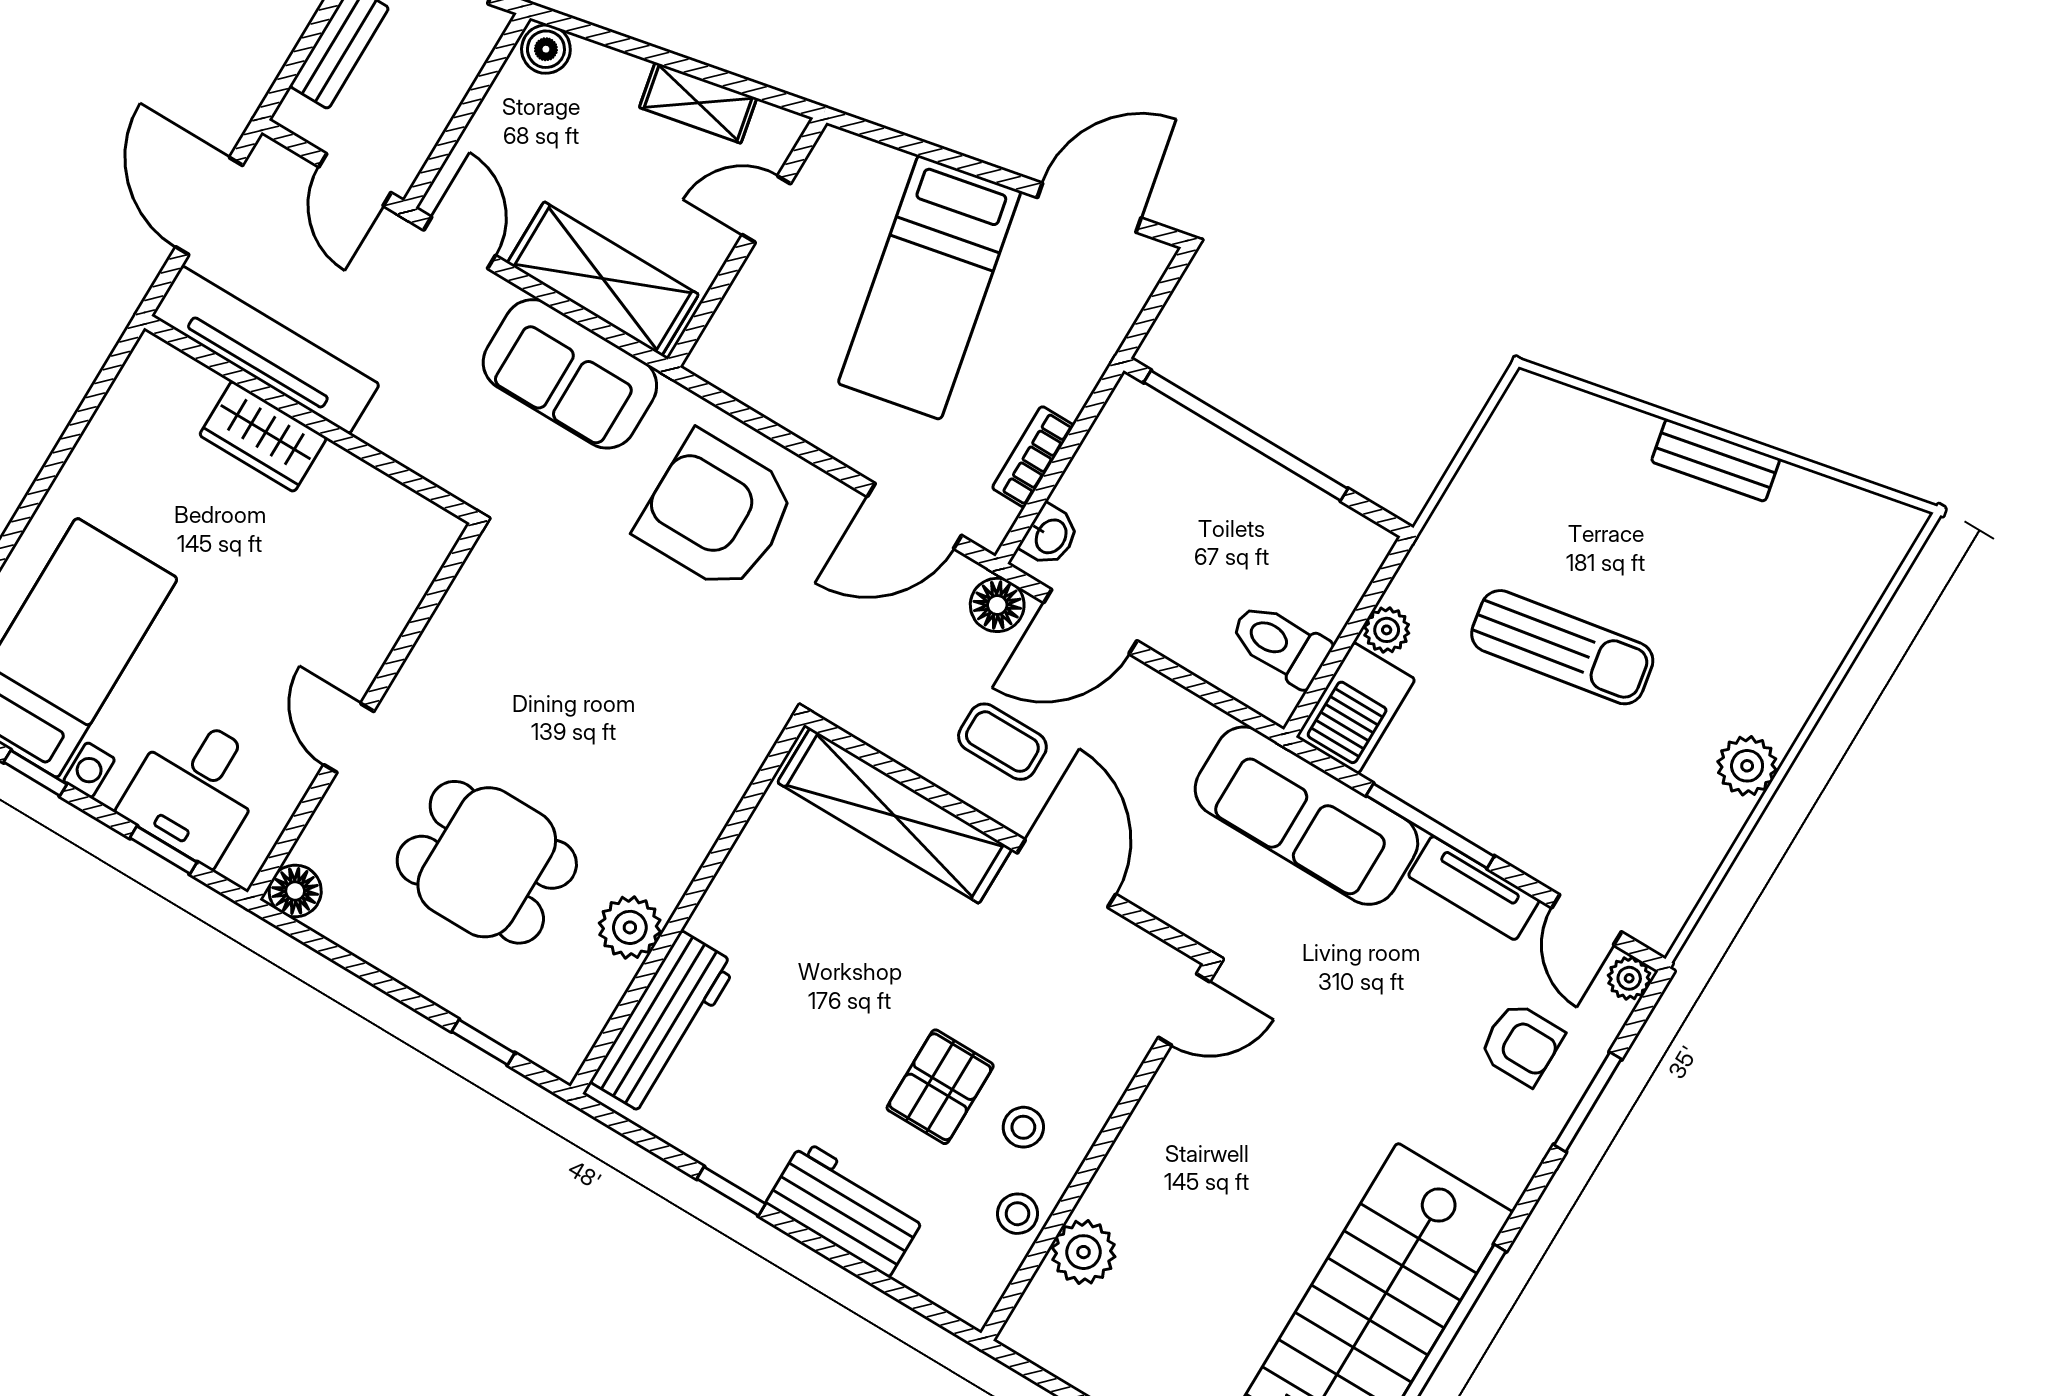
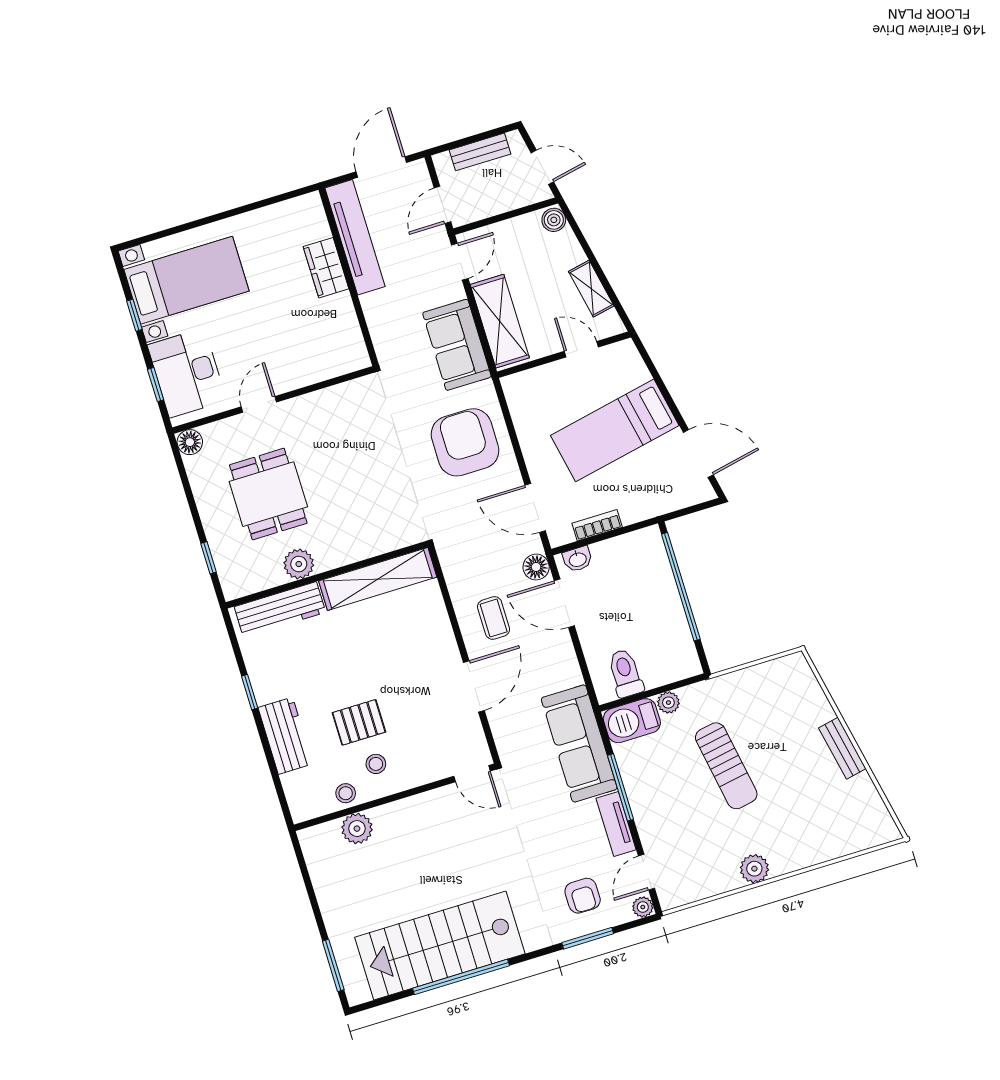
desk: (195, 789) -> (187, 373), width x1.37
shelving: (895, 816) -> (378, 579), moved, turned 90

